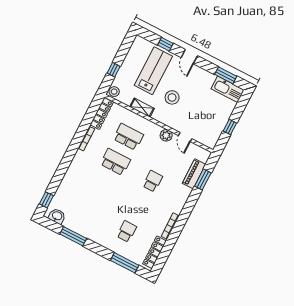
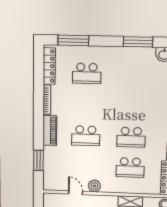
piano: (194, 174) -> (50, 130), moved
school desk: (153, 181) -> (86, 136), width x1.85
school desk: (127, 231) -> (87, 73), width x1.85

